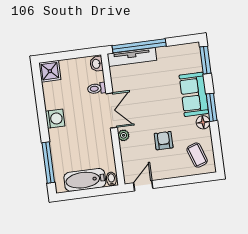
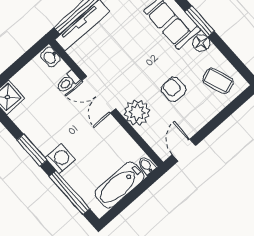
double door: (112, 110) -> (99, 95), swing flipped
window: (42, 117) -> (32, 150), added
washing machine: (55, 119) -> (60, 159), moved
plant: (124, 135) -> (137, 112), width x1.87, depth x1.87

